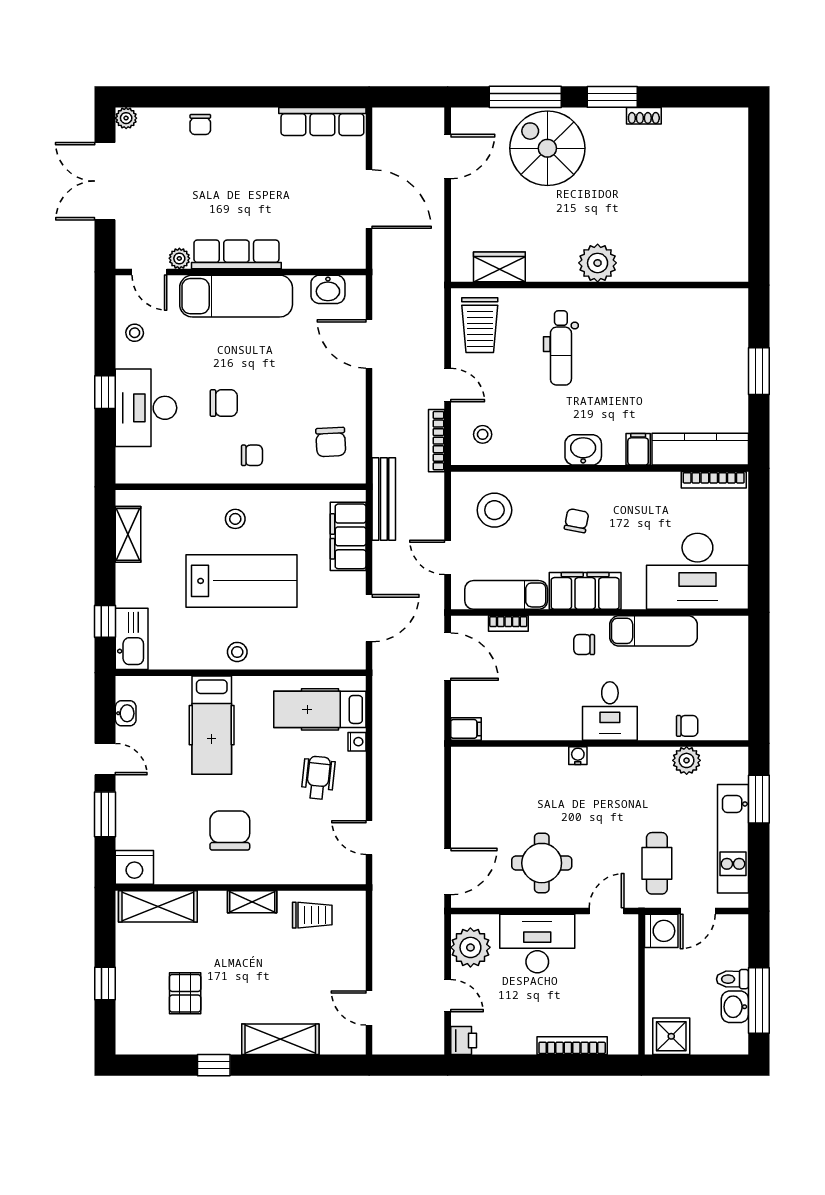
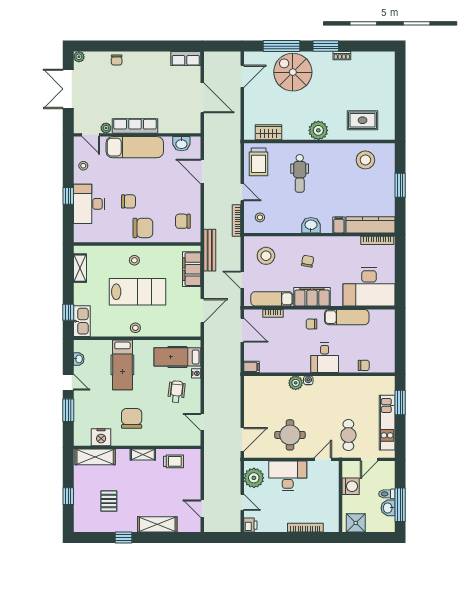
row of seats: (322, 121) -> (186, 59), width x0.68
rug: (685, 243) -> (363, 120), added
stool: (690, 321) -> (365, 160), added
chair: (331, 442) -> (183, 221), turned 93
chair: (252, 455) -> (143, 228), width x1.87, depth x1.87
plant: (687, 760) -> (296, 383), moved
nightstand: (134, 867) -> (101, 437), moved
washing machine: (661, 931) -> (351, 486), moved

